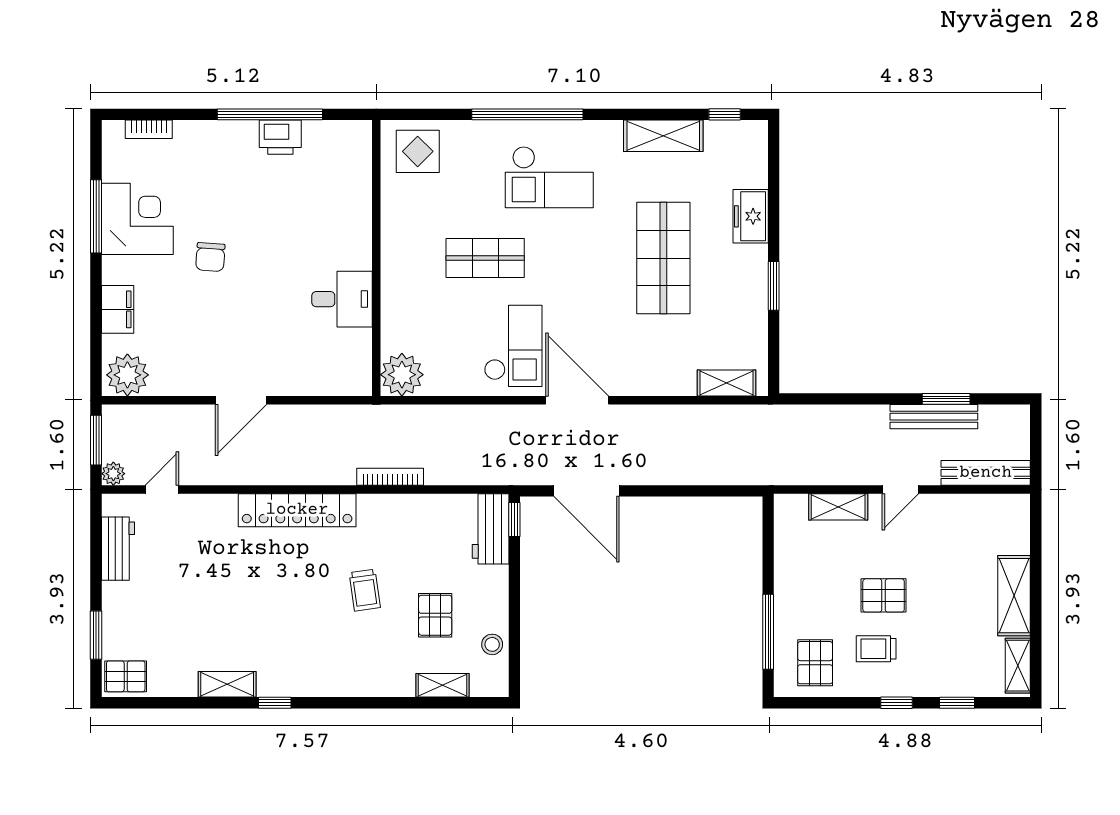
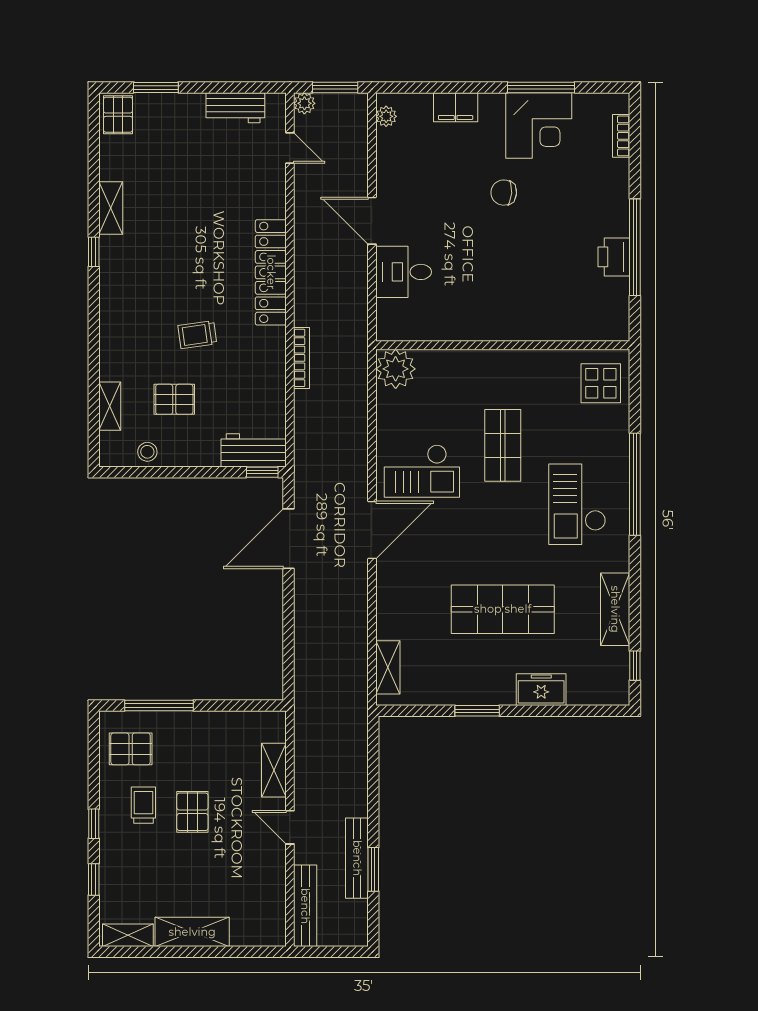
desk: (342, 299) -> (404, 272), moved, turned 90
plant: (127, 375) -> (386, 116), width x0.53, depth x0.53

